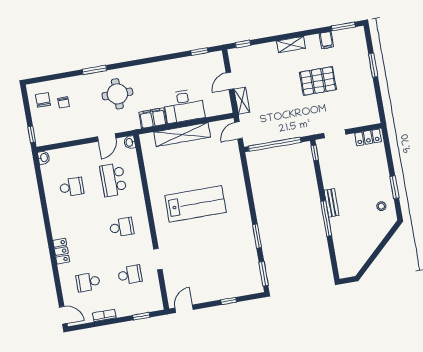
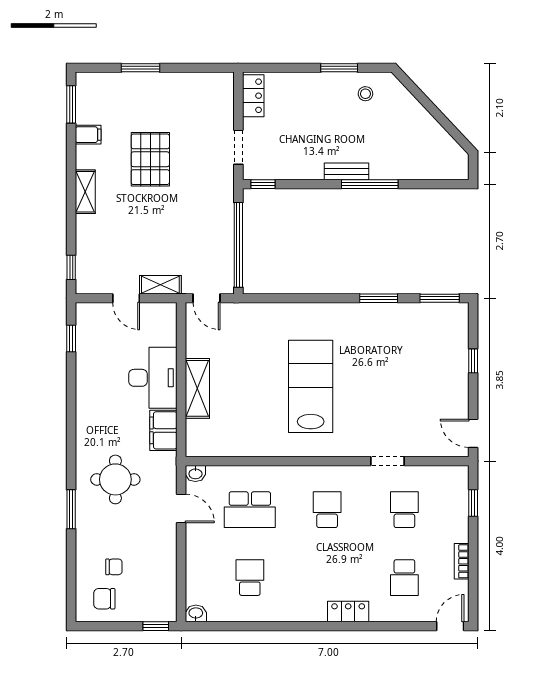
shelving: (182, 135) -> (197, 388), width x0.68

